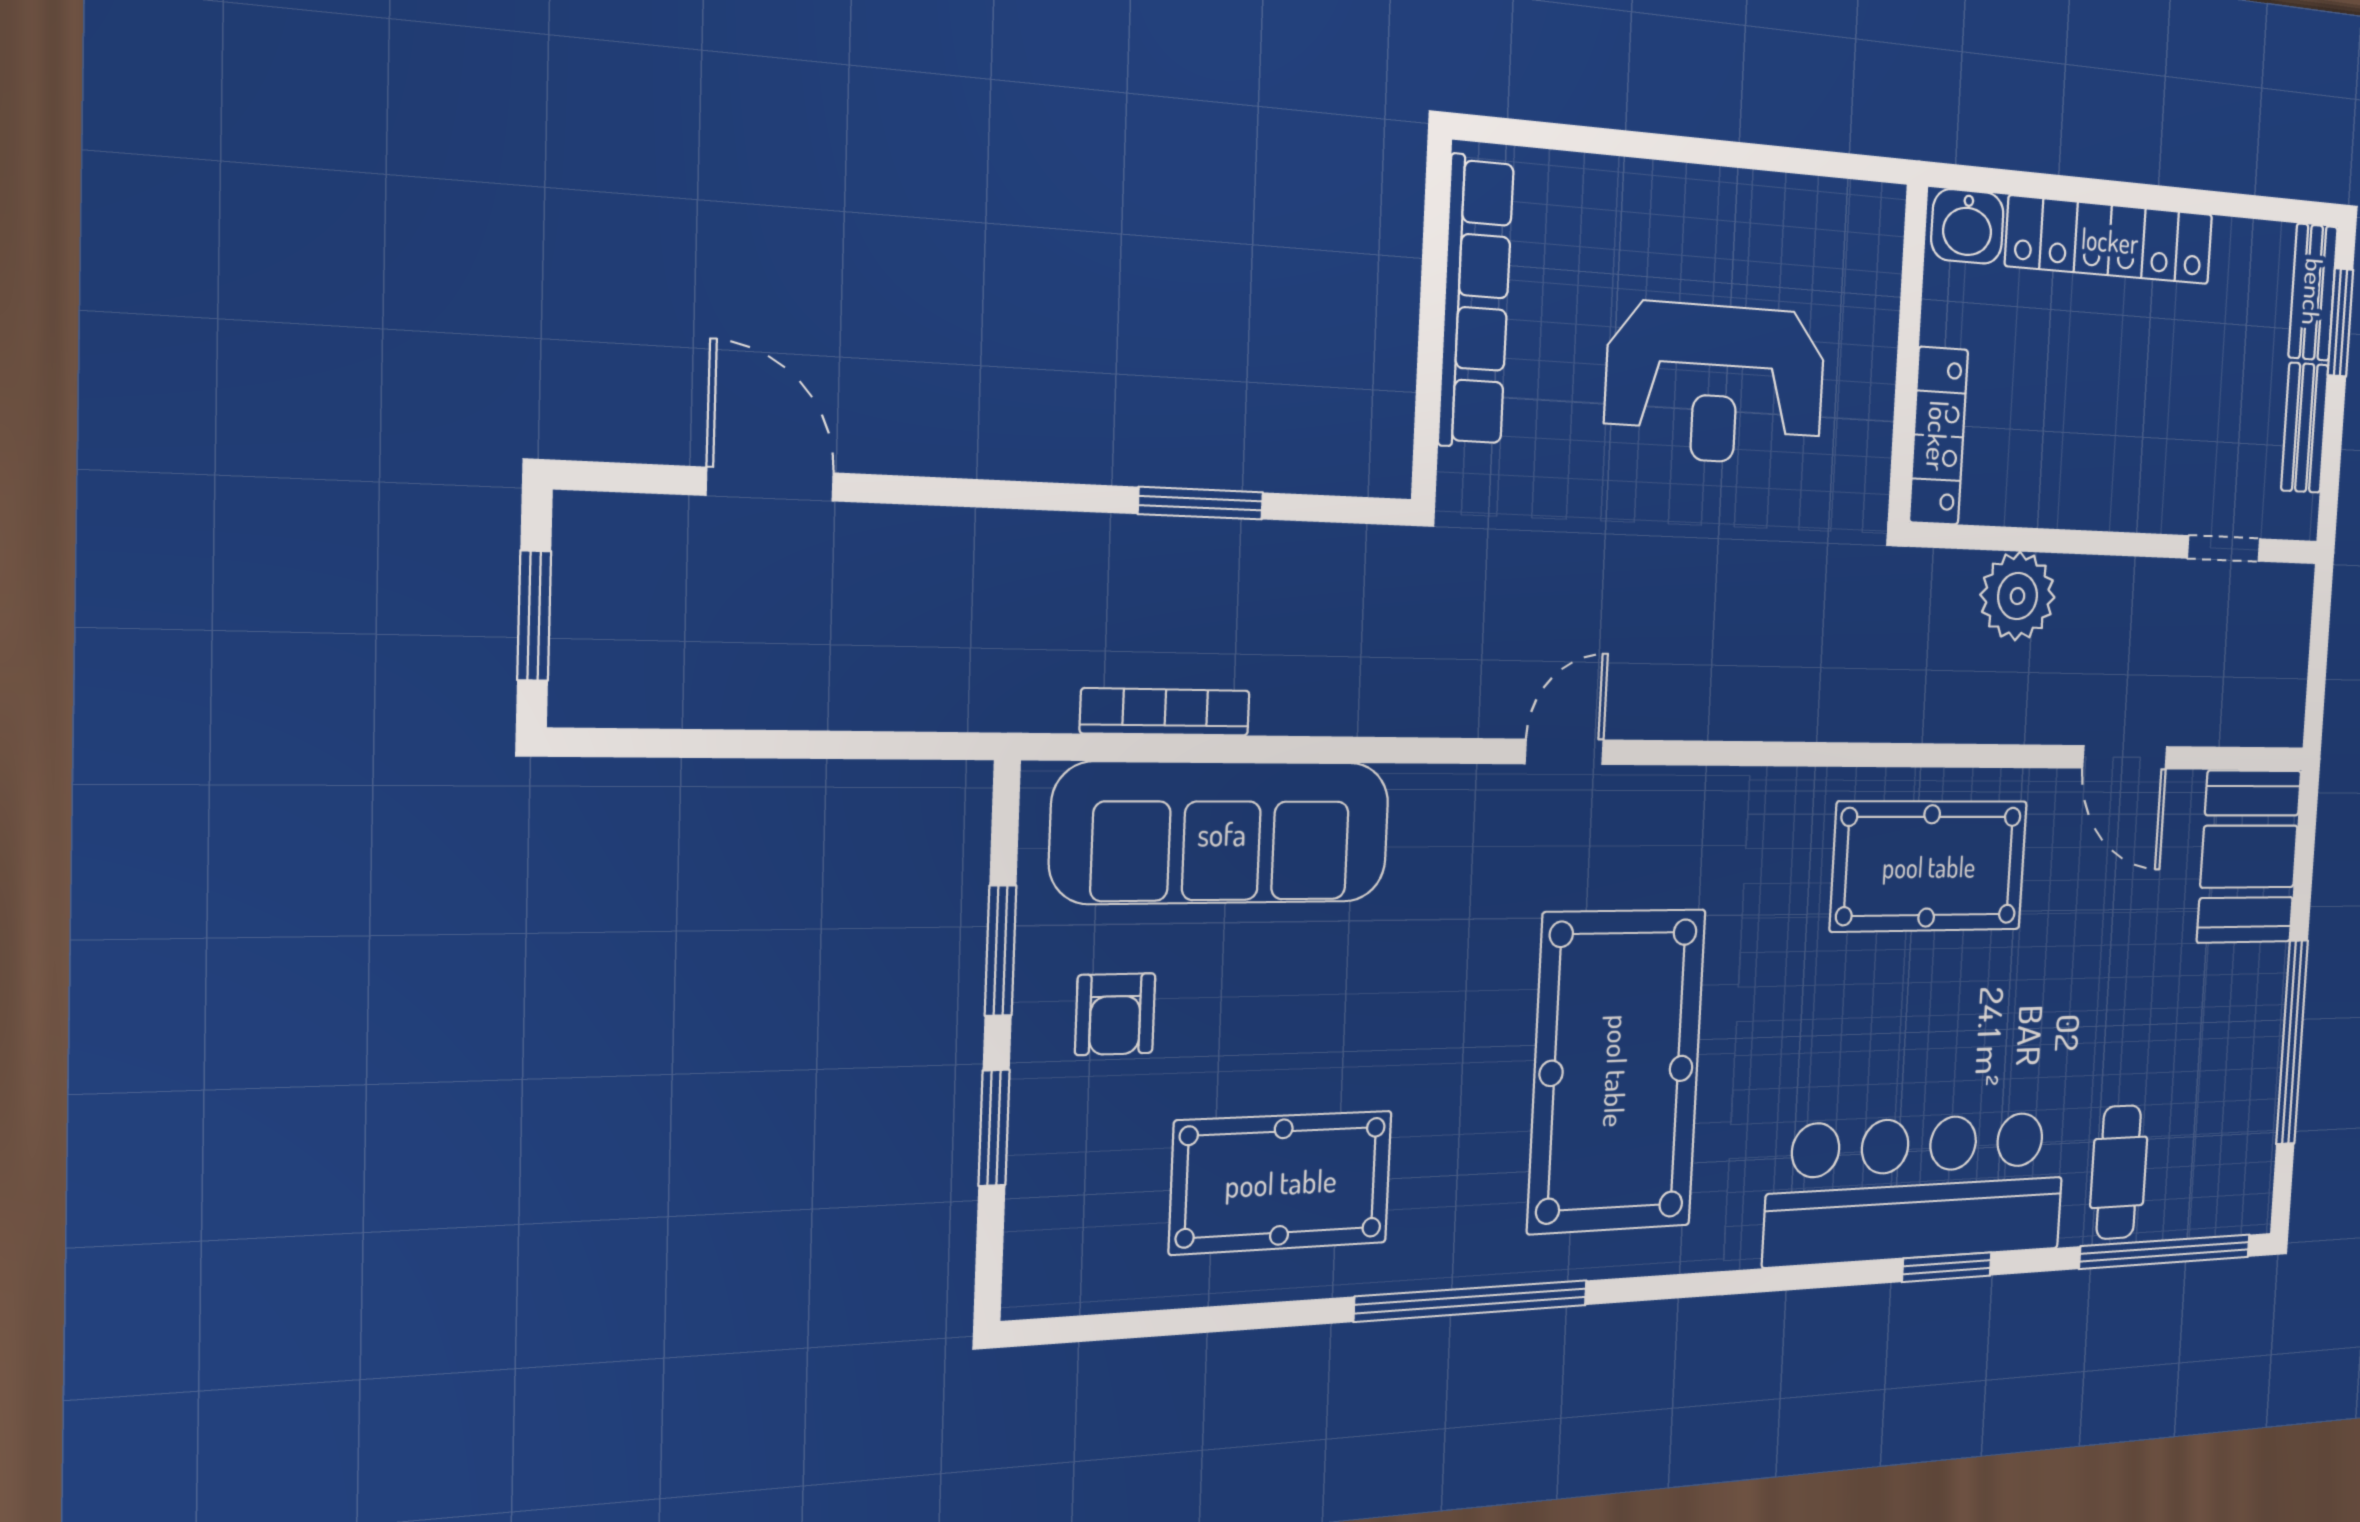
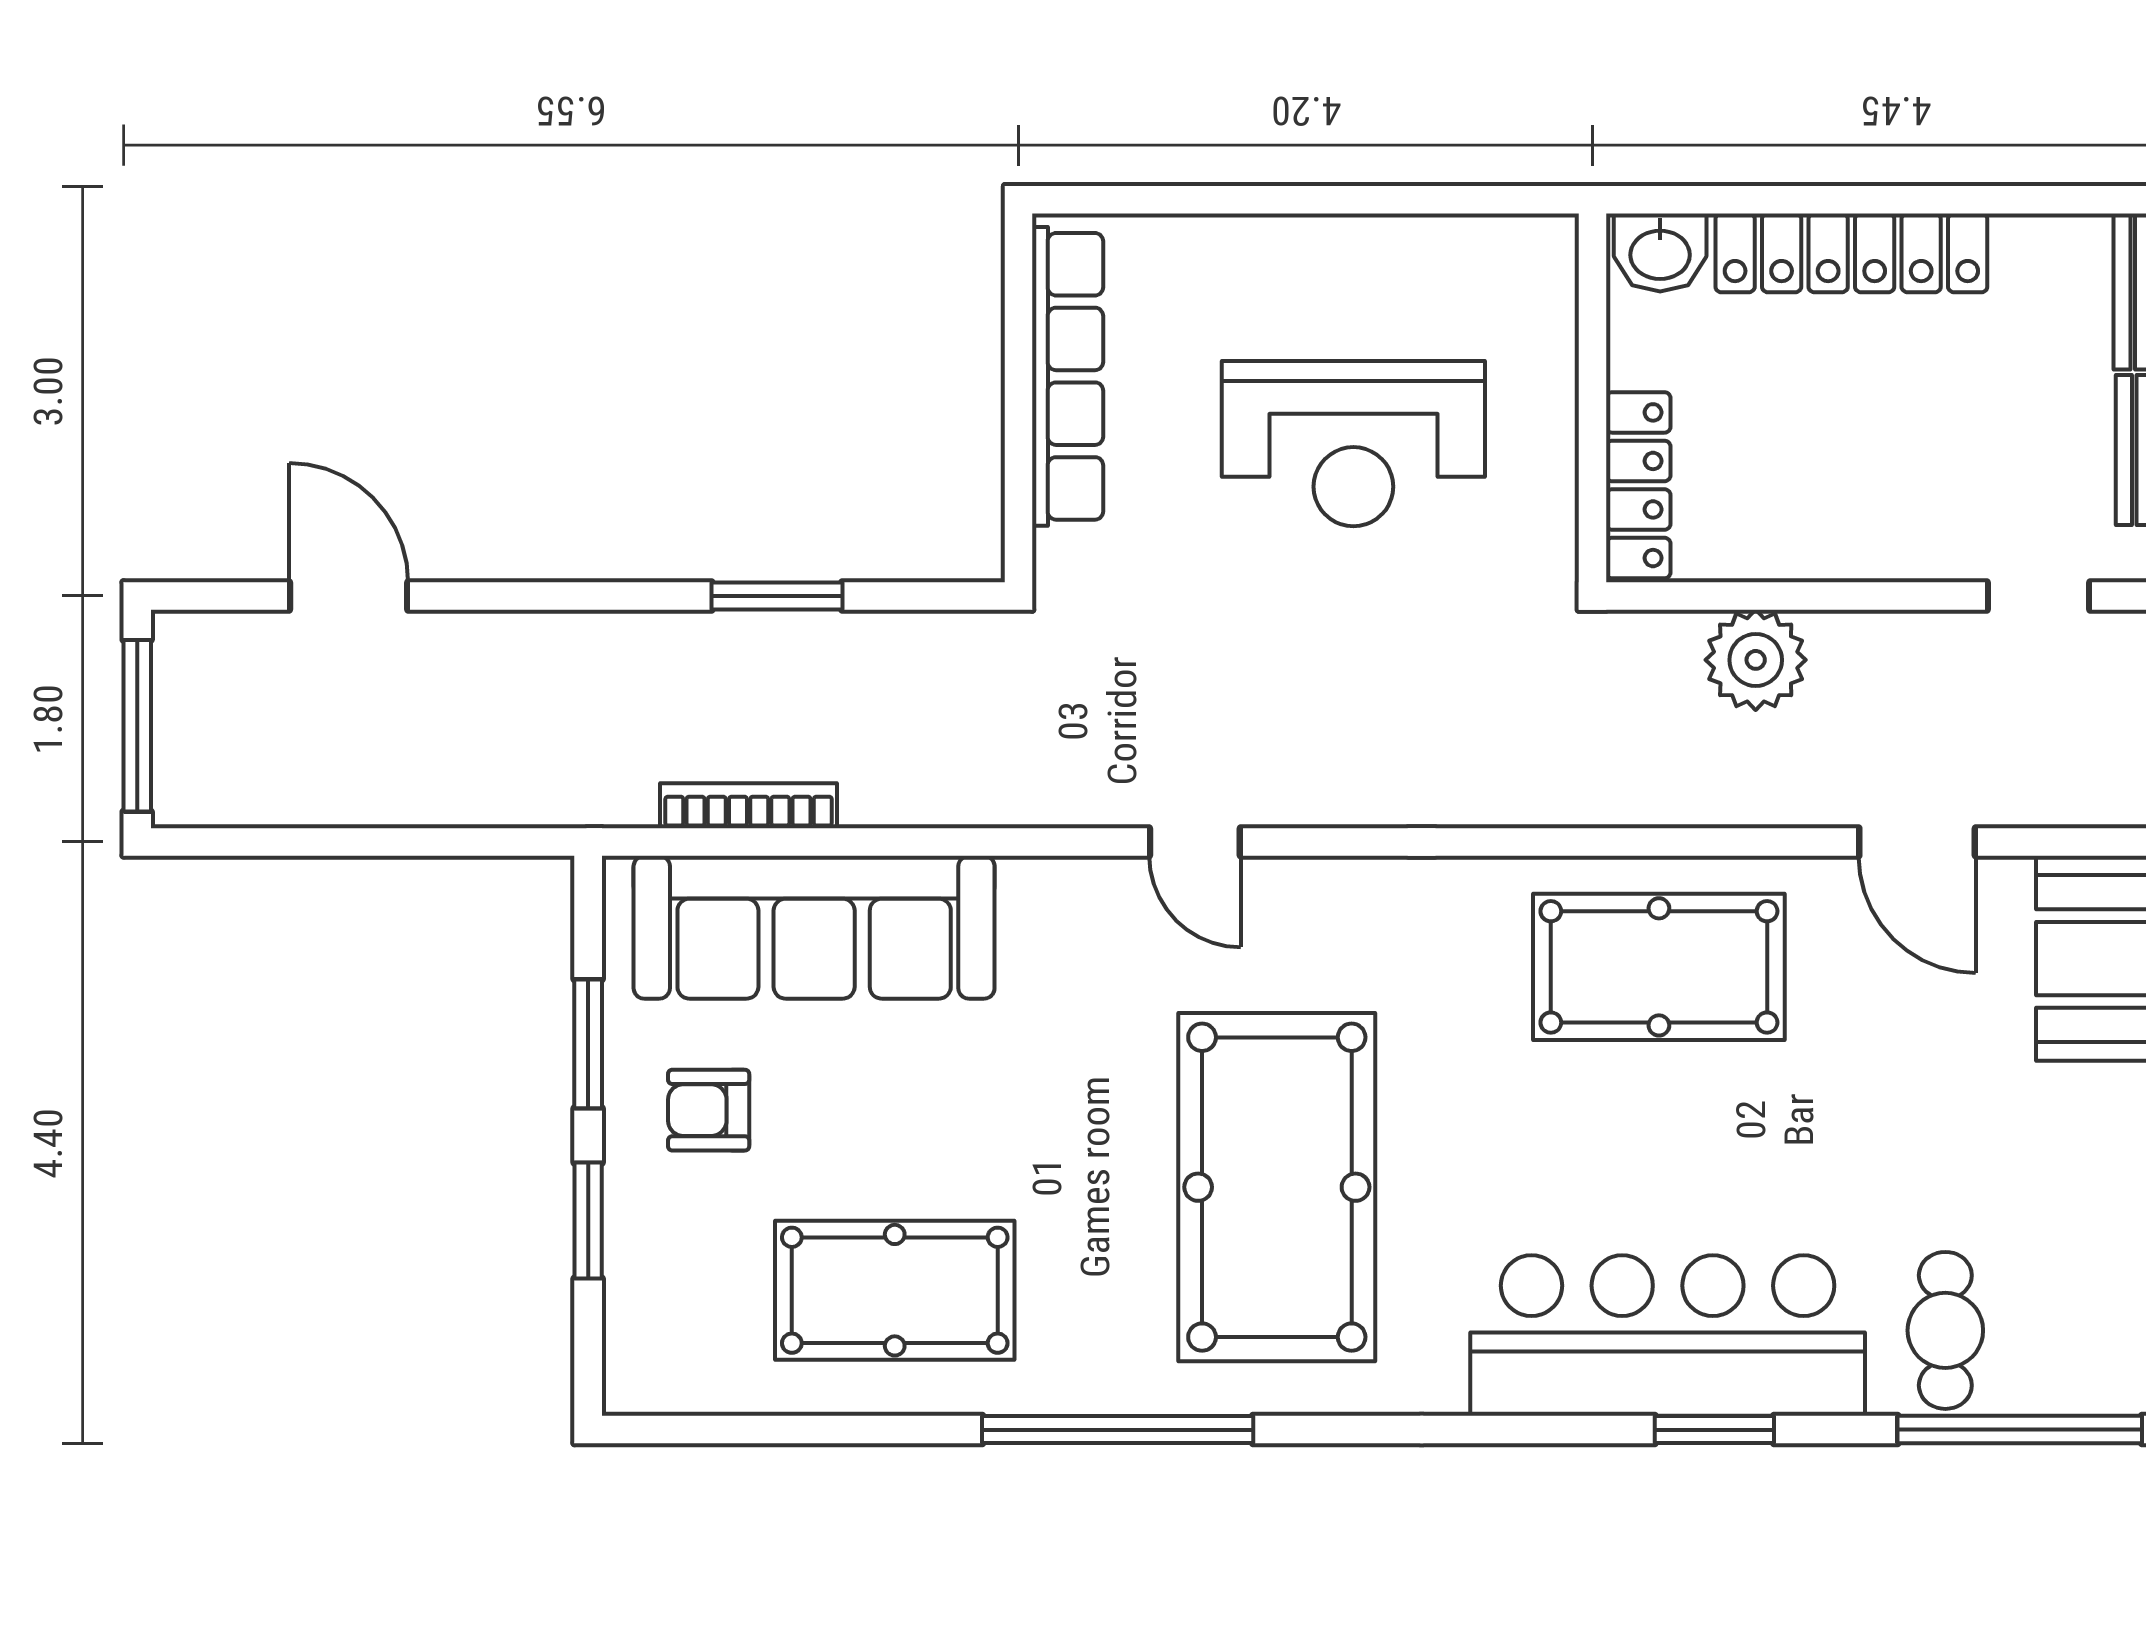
window: (534, 616) -> (137, 726), width x1.44
door: (1564, 752) -> (1195, 842), swing flipped
armchair: (1115, 1014) -> (709, 1110), turned 90

